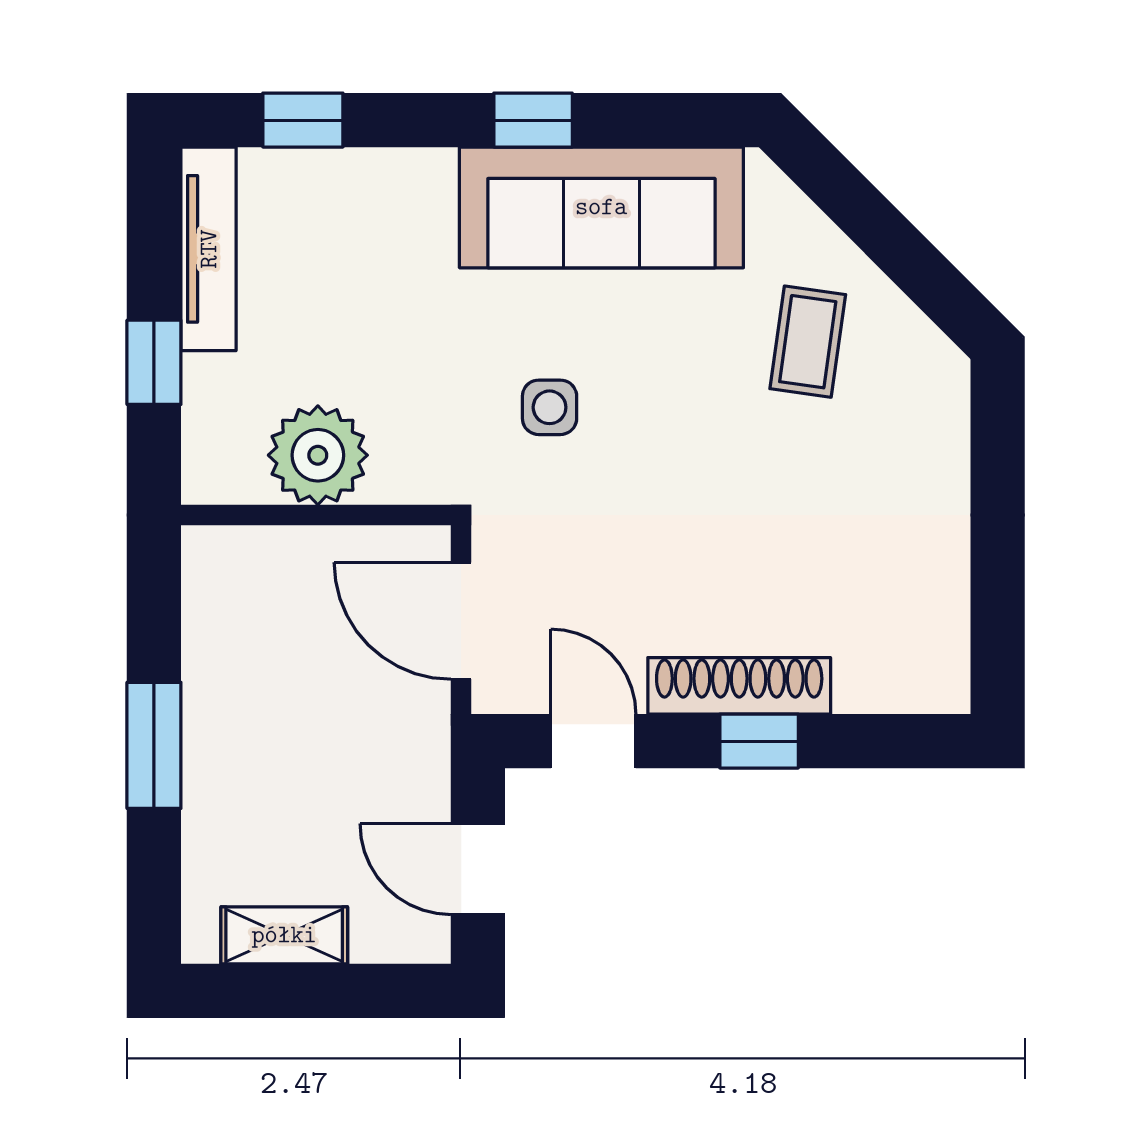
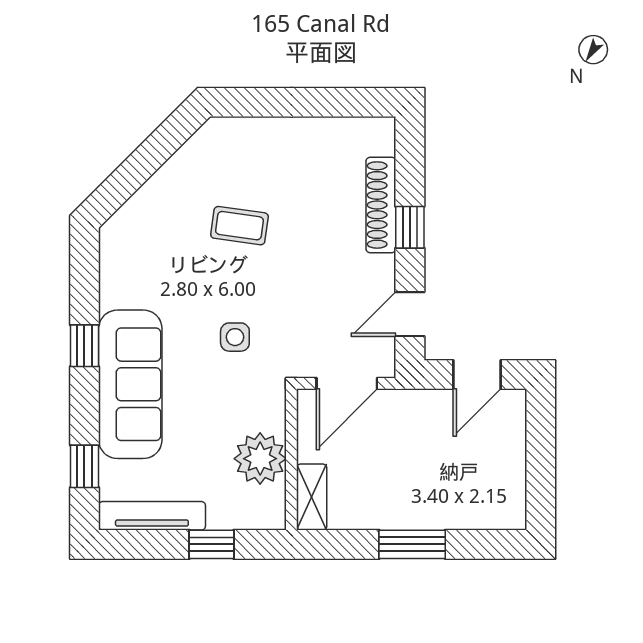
sofa: (601, 207) -> (130, 384), moved
coffee table: (808, 342) -> (239, 226), moved
shoe rack: (739, 686) -> (381, 205), moved
shelving: (284, 935) -> (312, 497), moved

